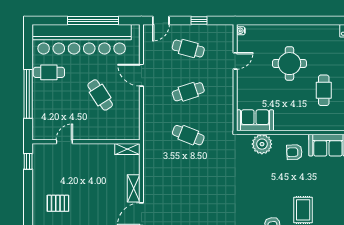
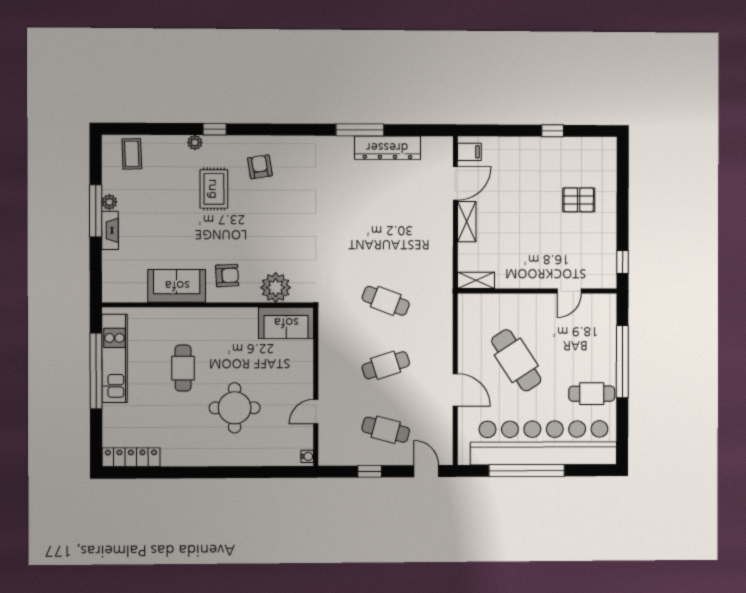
door: (161, 20) -> (426, 471), hinge flipped
cafe table: (100, 95) -> (516, 360), width x1.37, depth x1.35

